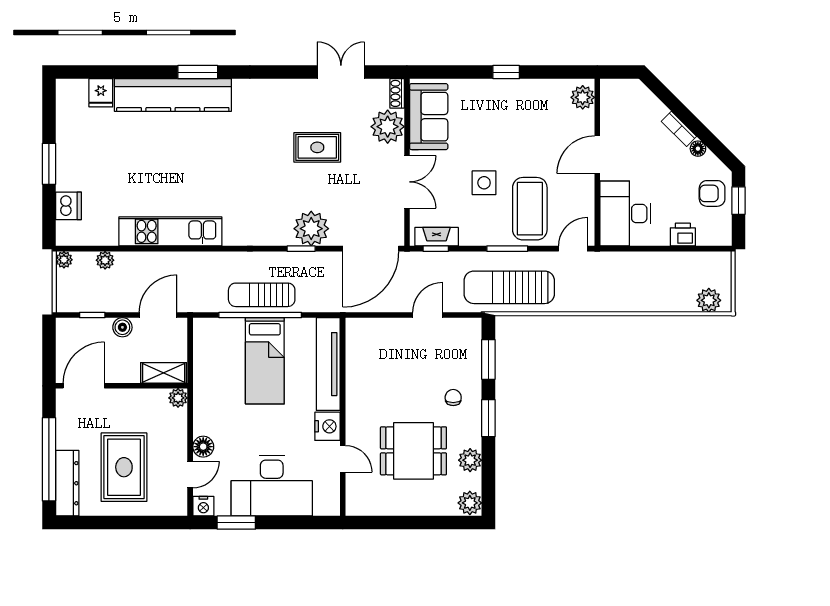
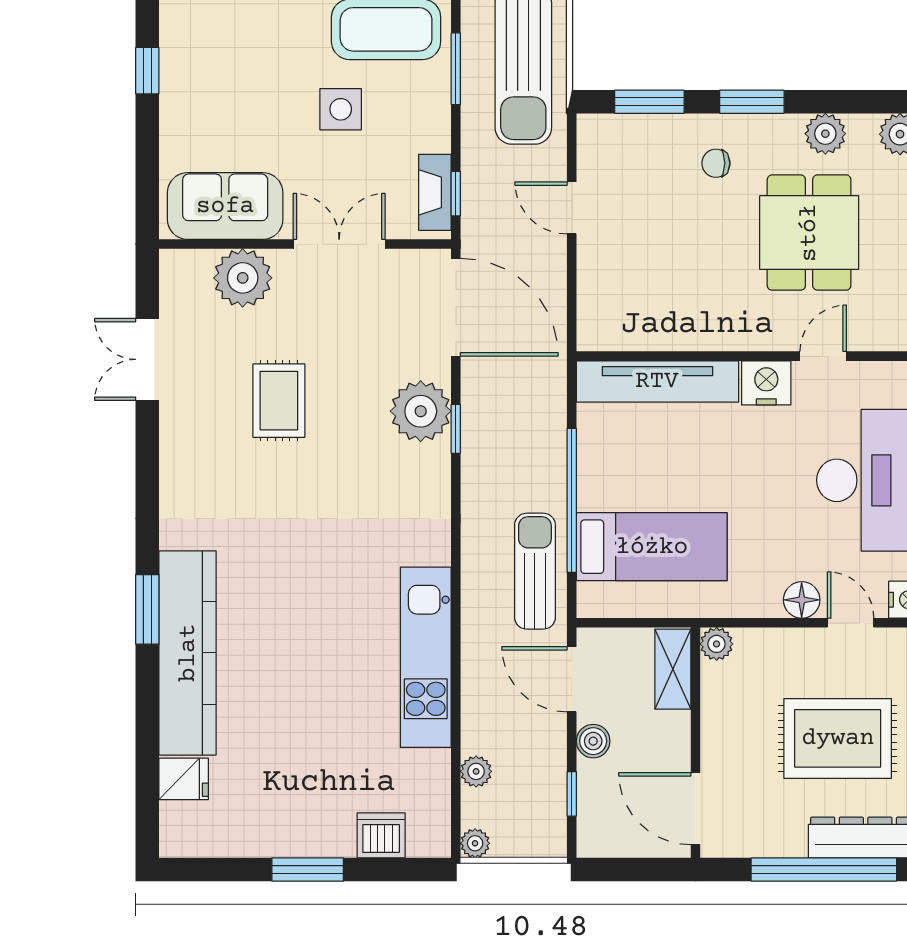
shoe rack: (397, 93) -> (185, 261), removed
sun lounger: (262, 295) -> (535, 571), moved, turned 180
bed: (265, 361) -> (652, 547), moved

